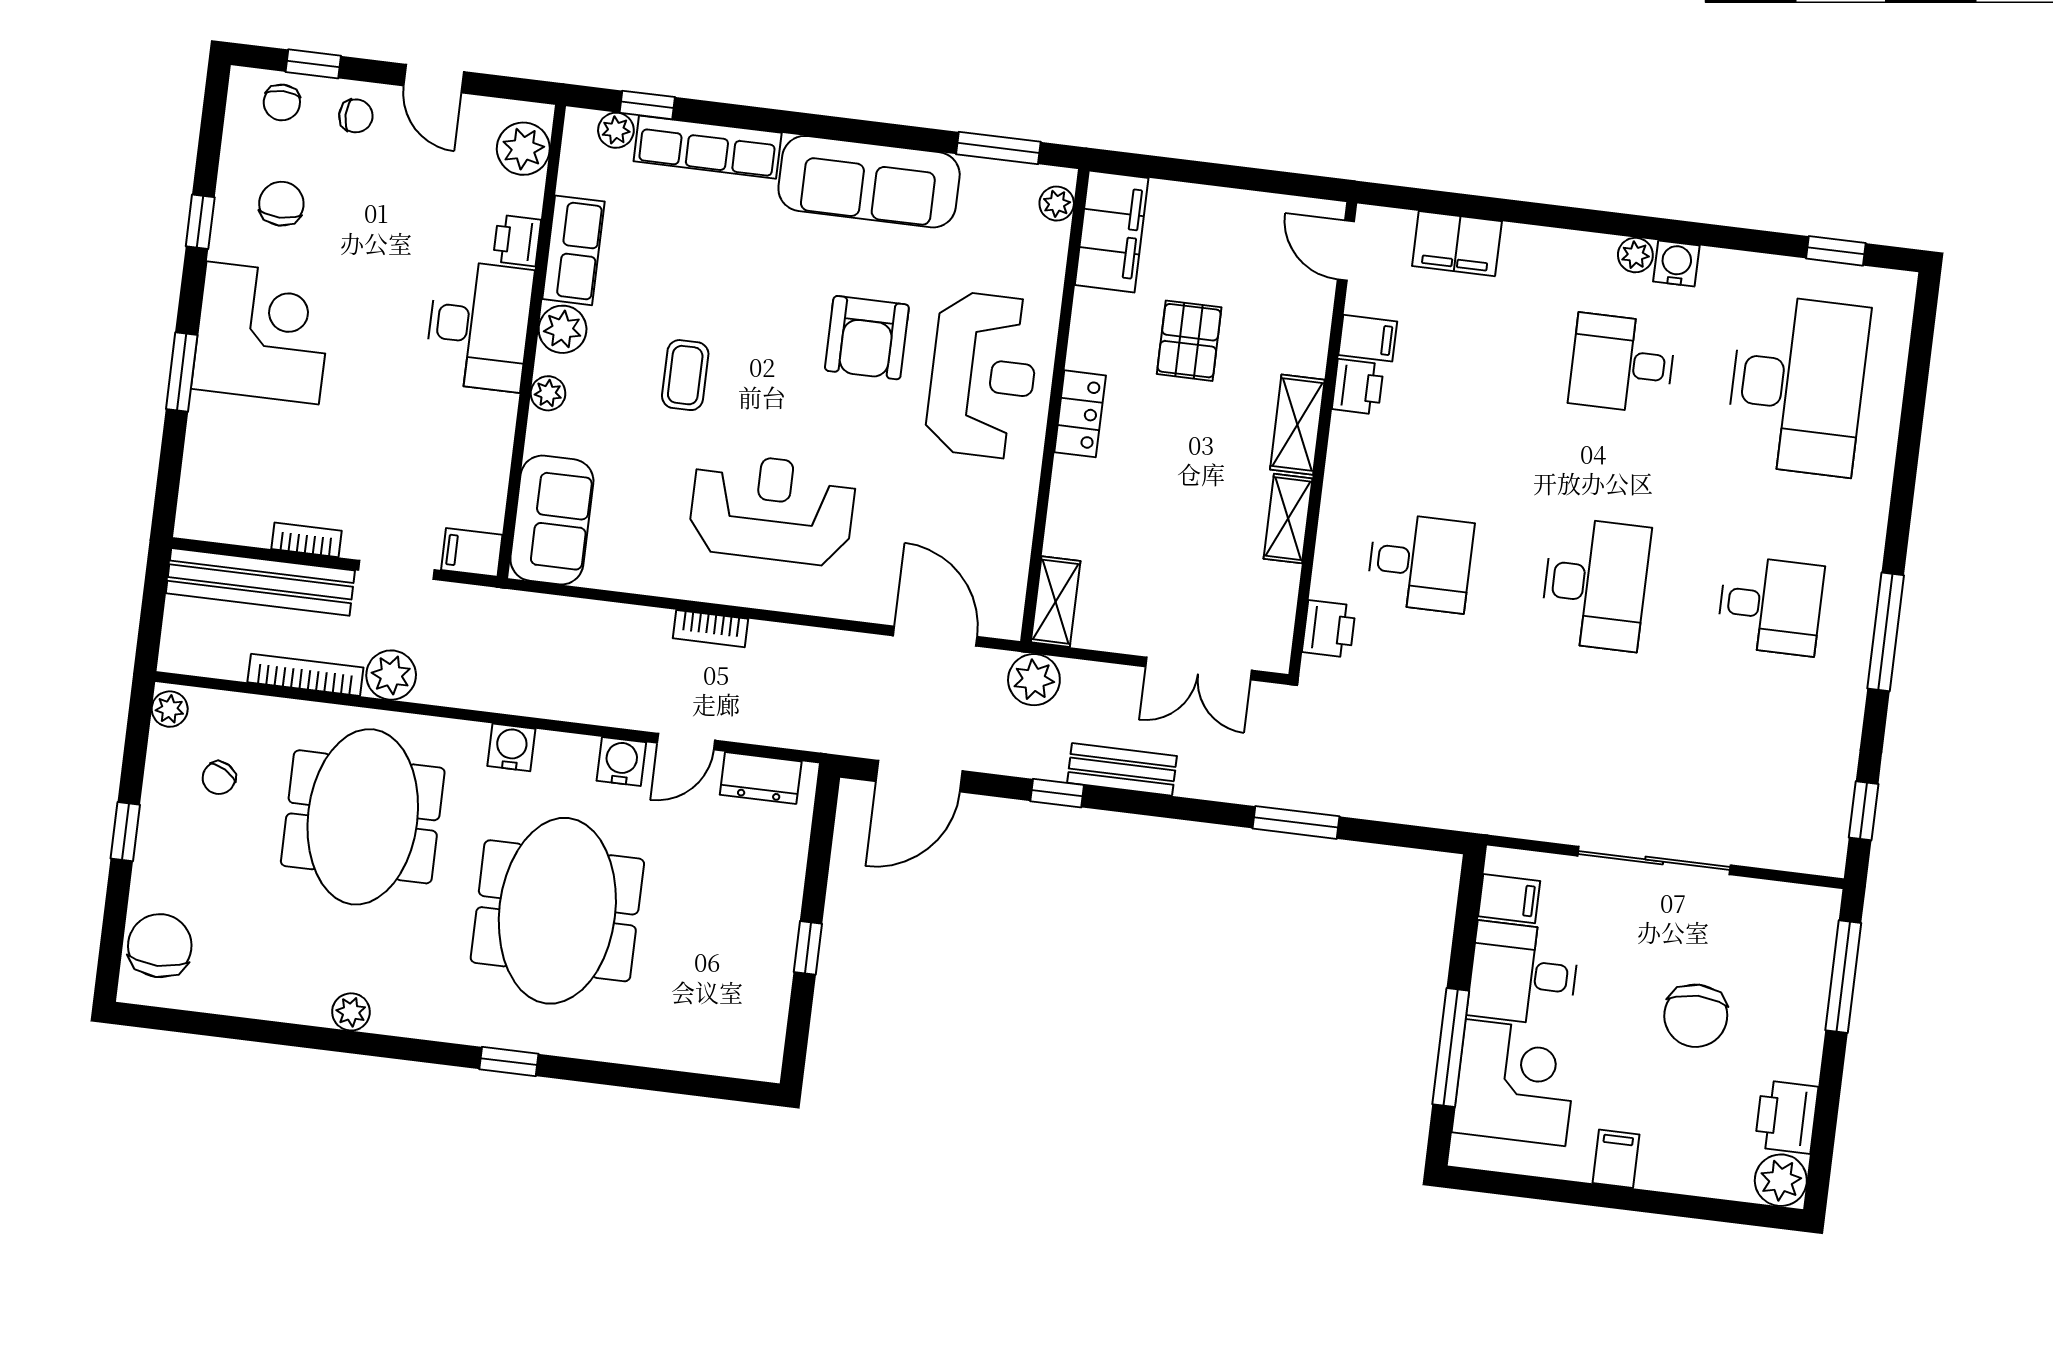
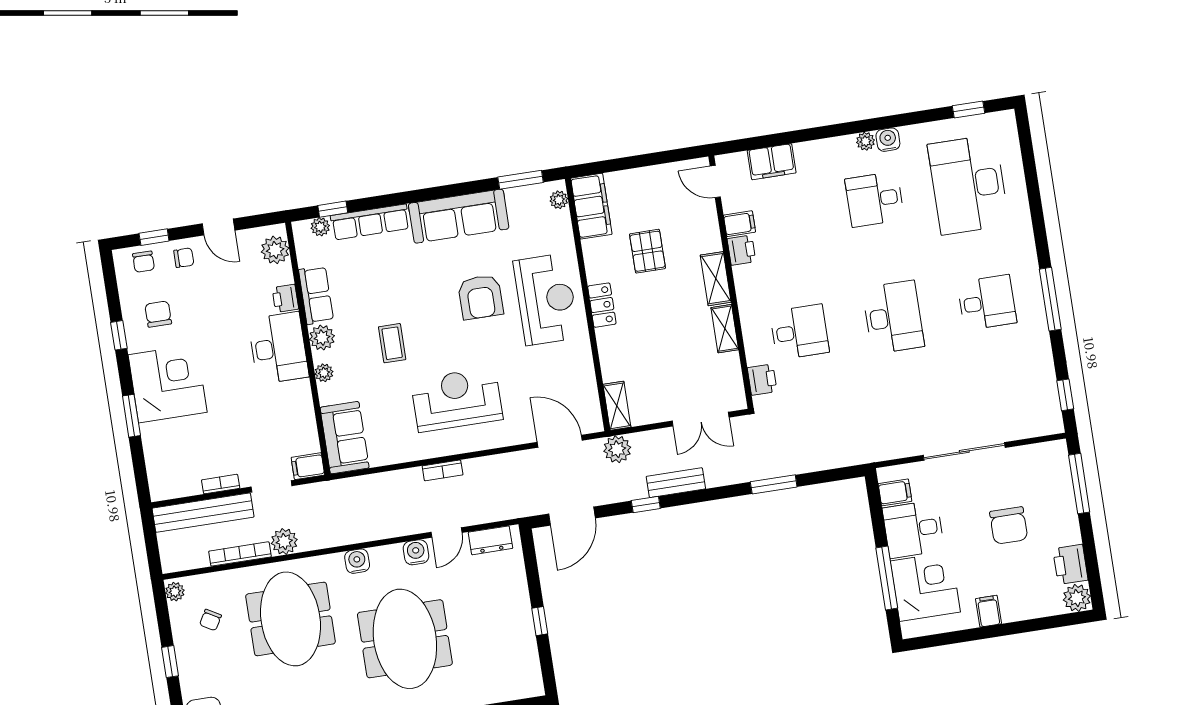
desk: (1797, 385) -> (968, 185), turned 180

